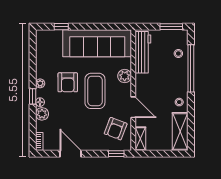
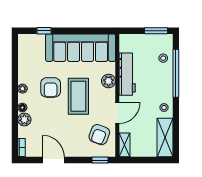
workbench: (143, 52) -> (127, 74), moved
window: (33, 96) -> (15, 102), removed
door: (133, 107) -> (117, 113), hinge flipped

